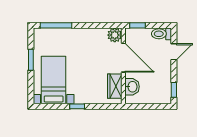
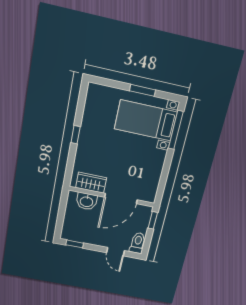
plant: (115, 35) -> (148, 194), removed
bed with nightstands: (54, 80) -> (146, 120), moved, turned 180

